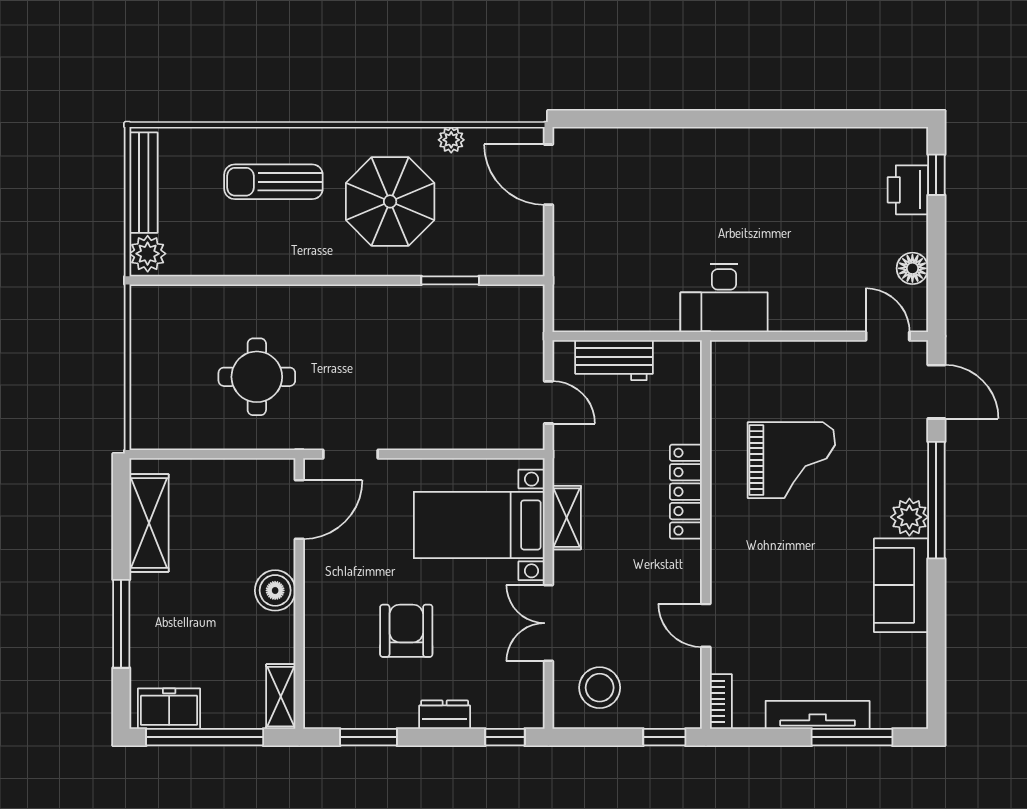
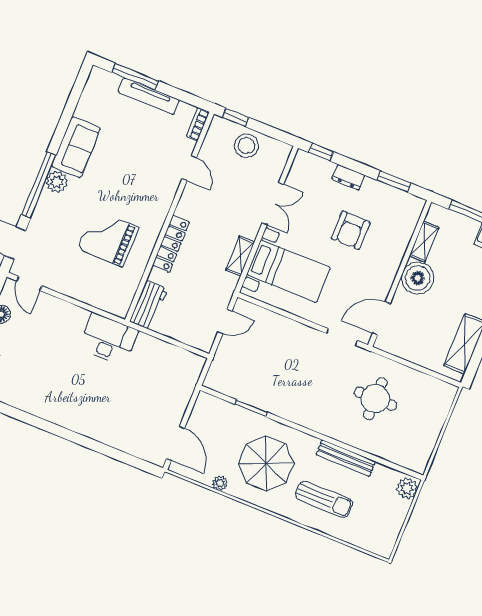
bench: (144, 183) -> (346, 458), moved, turned 90
workbench: (614, 360) -> (148, 305), moved, turned 90
door: (549, 402) -> (225, 322), swing flipped
boiler: (275, 590) -> (418, 278), width x1.37, depth x1.37
stool: (600, 688) -> (246, 146), moved
shelving: (281, 697) -> (424, 242), moved

